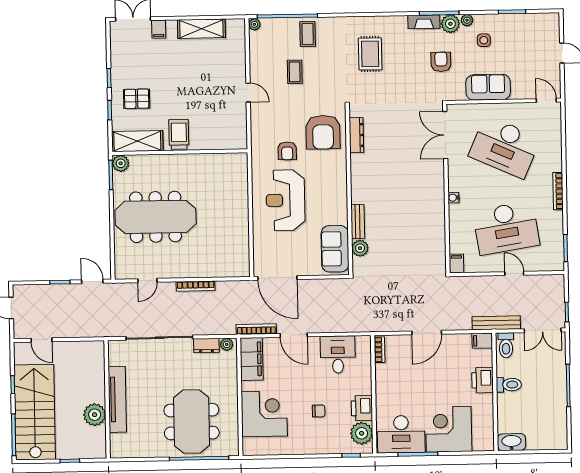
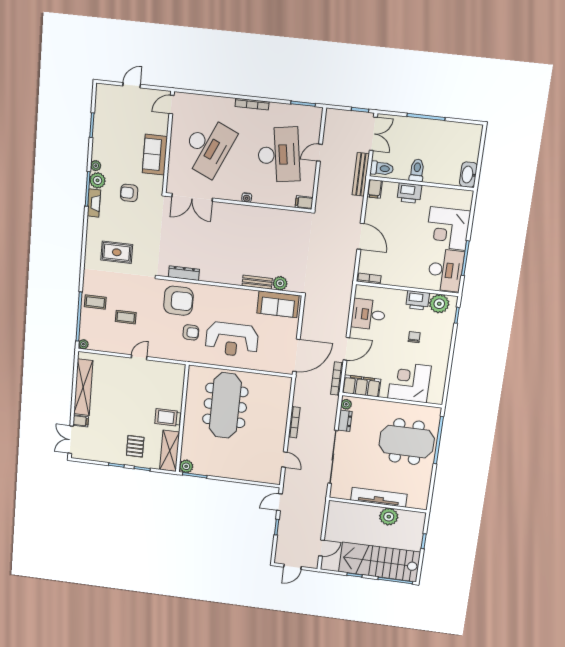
shelving: (201, 29) -> (83, 387), width x1.47
side table: (484, 40) -> (114, 153), removed
meeting table: (156, 217) -> (225, 405), moved

